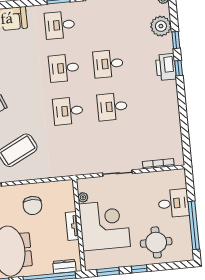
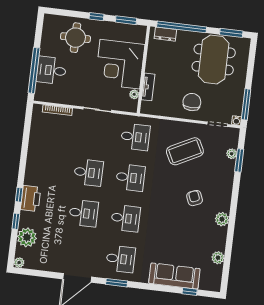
desk: (72, 154) -> (135, 137), added
chair: (32, 206) -> (192, 102), moved
window: (194, 225) -> (34, 70), moved
tv unit: (72, 226) -> (148, 87), moved

